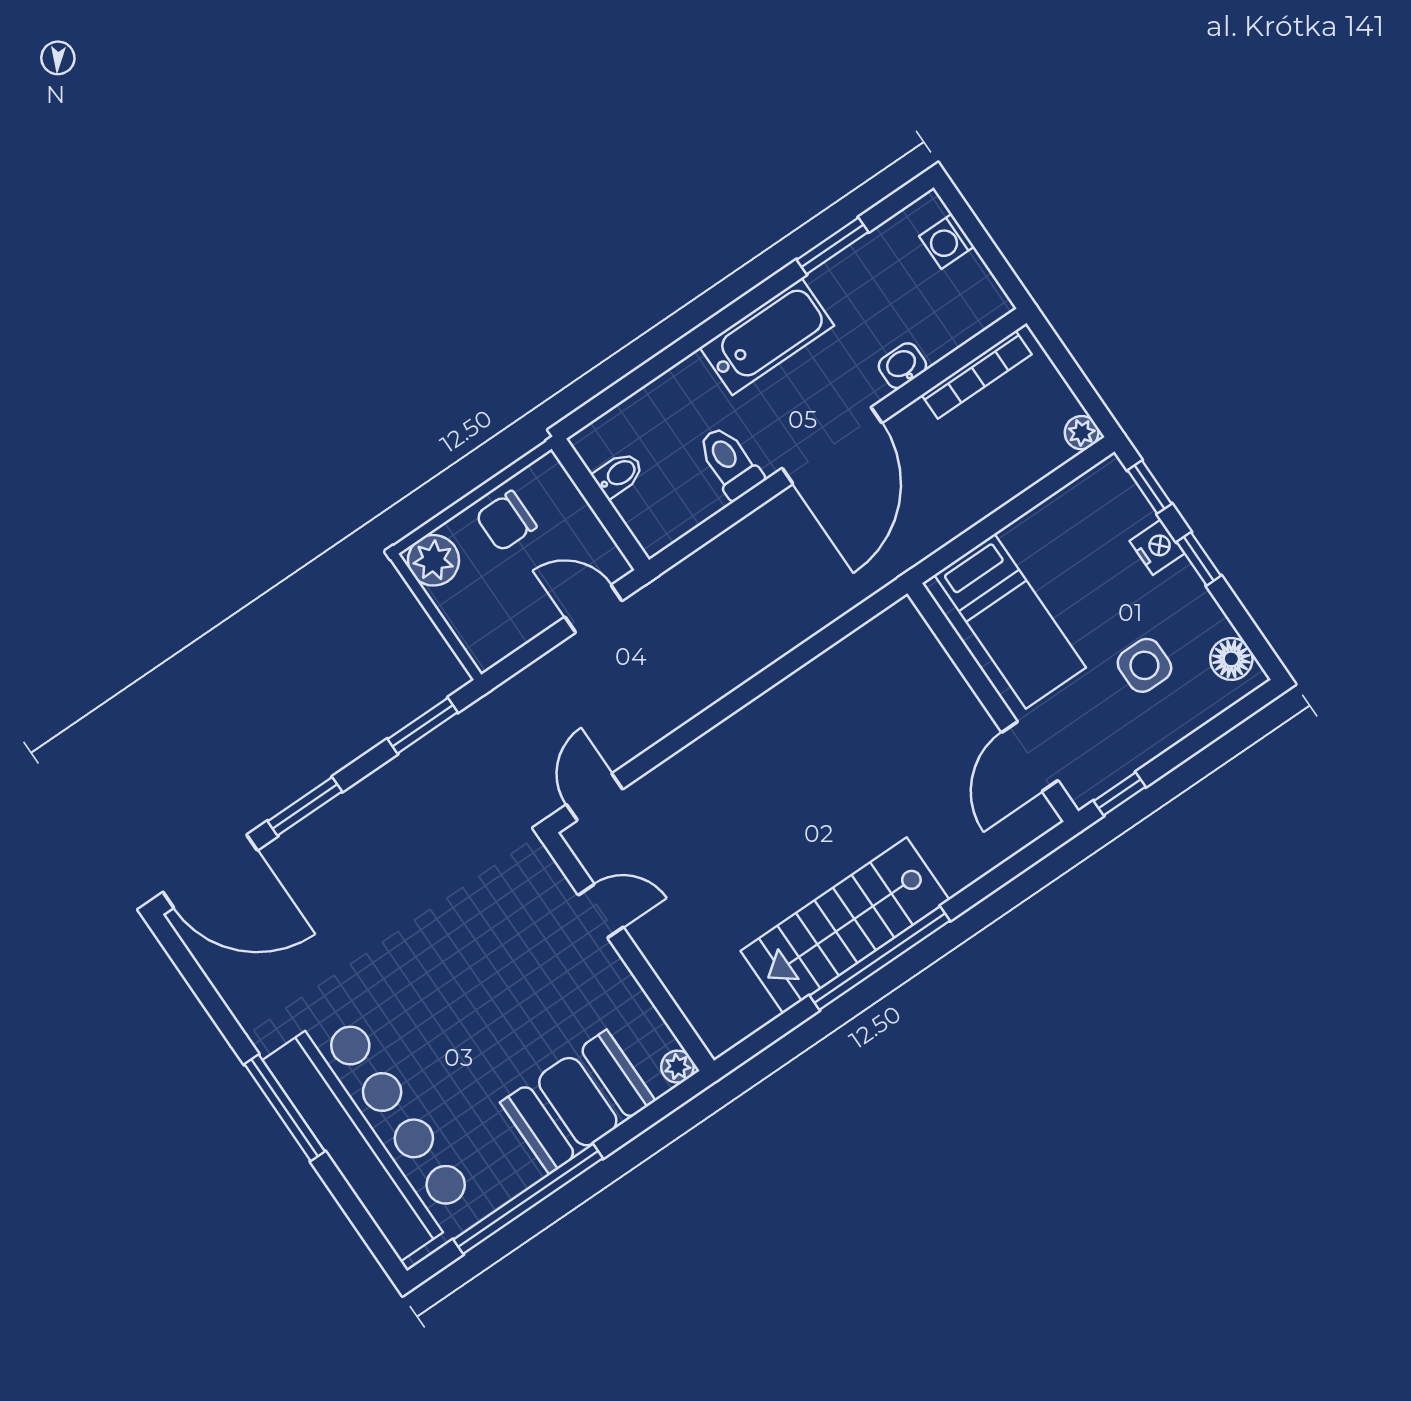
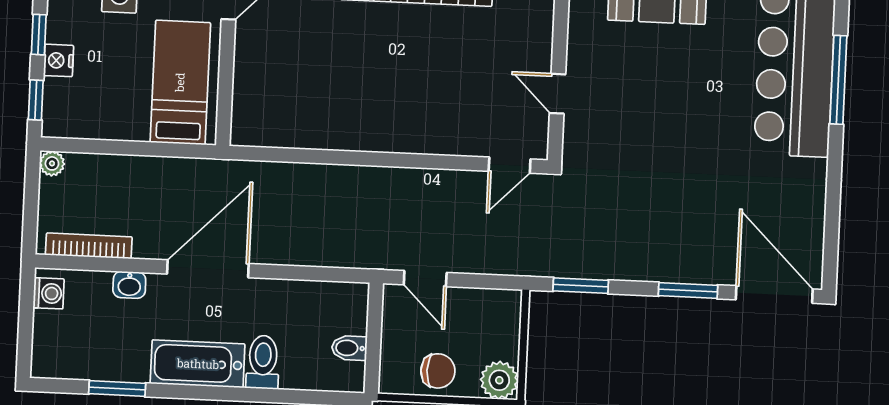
washing machine: (947, 241) -> (49, 293), moved
toilet: (730, 462) -> (263, 362), moved, turned 180
window: (285, 1108) -> (838, 80), moved

